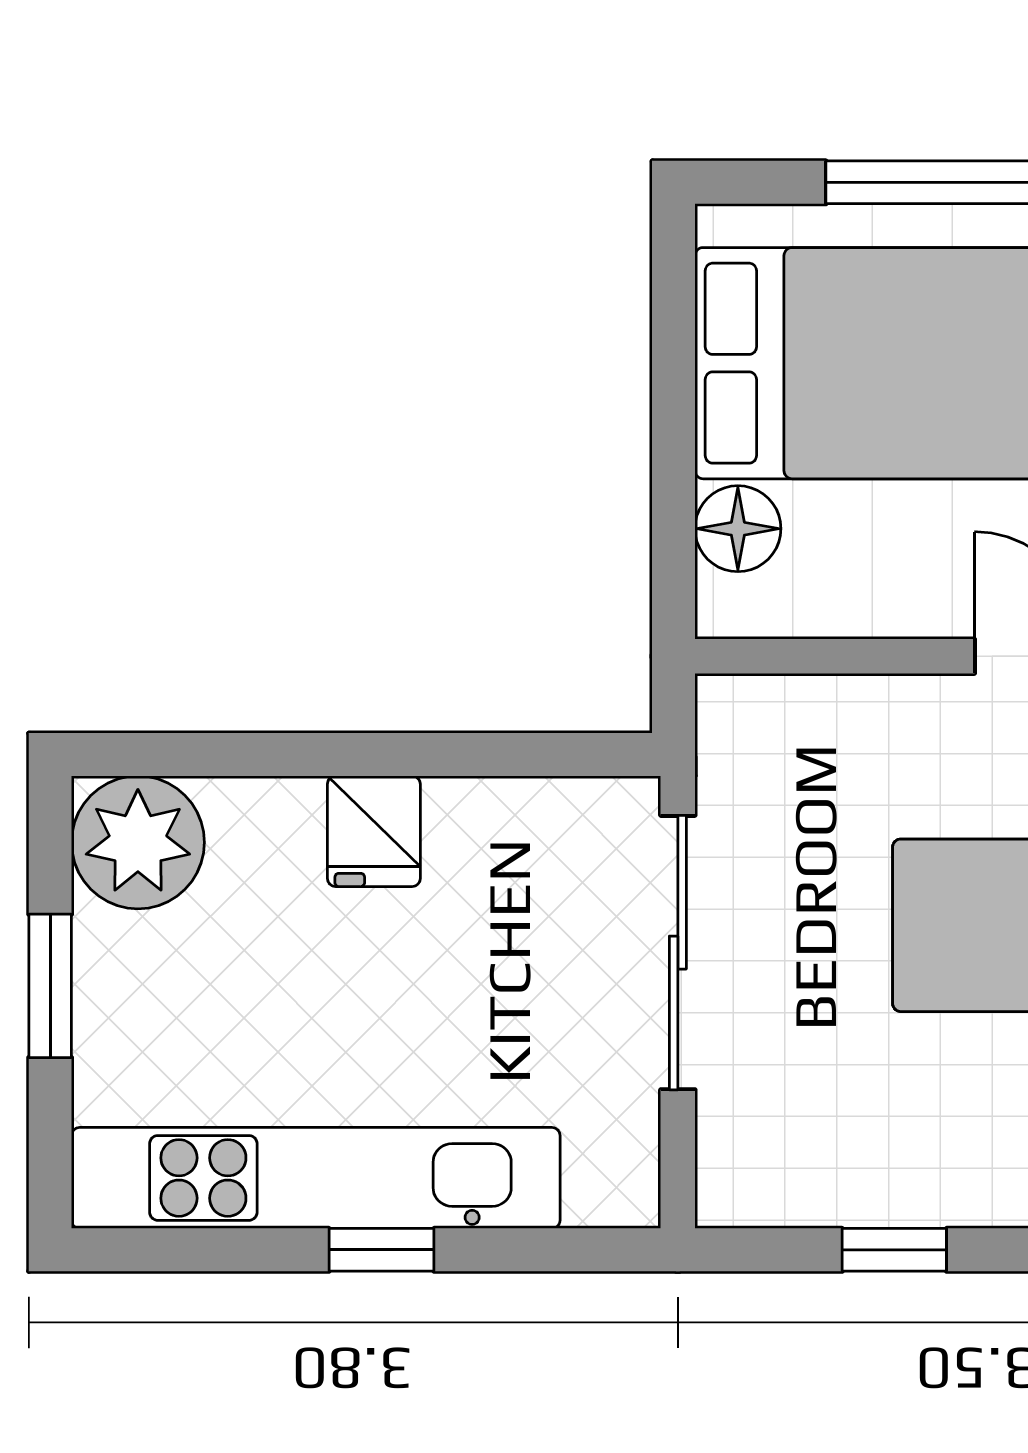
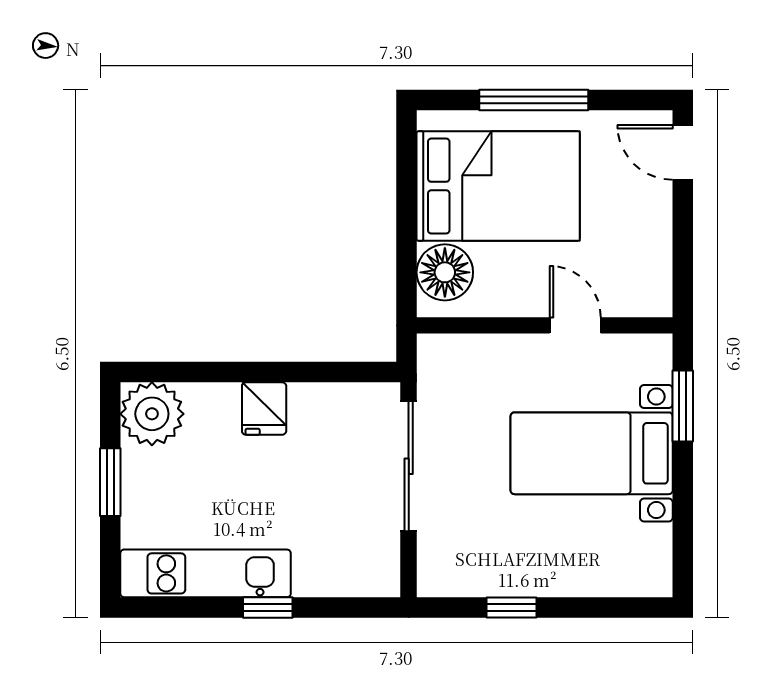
floor lamp: (738, 529) -> (445, 272), width x1.38, depth x1.38
kitchen unit: (316, 1178) -> (206, 573), width x0.73

